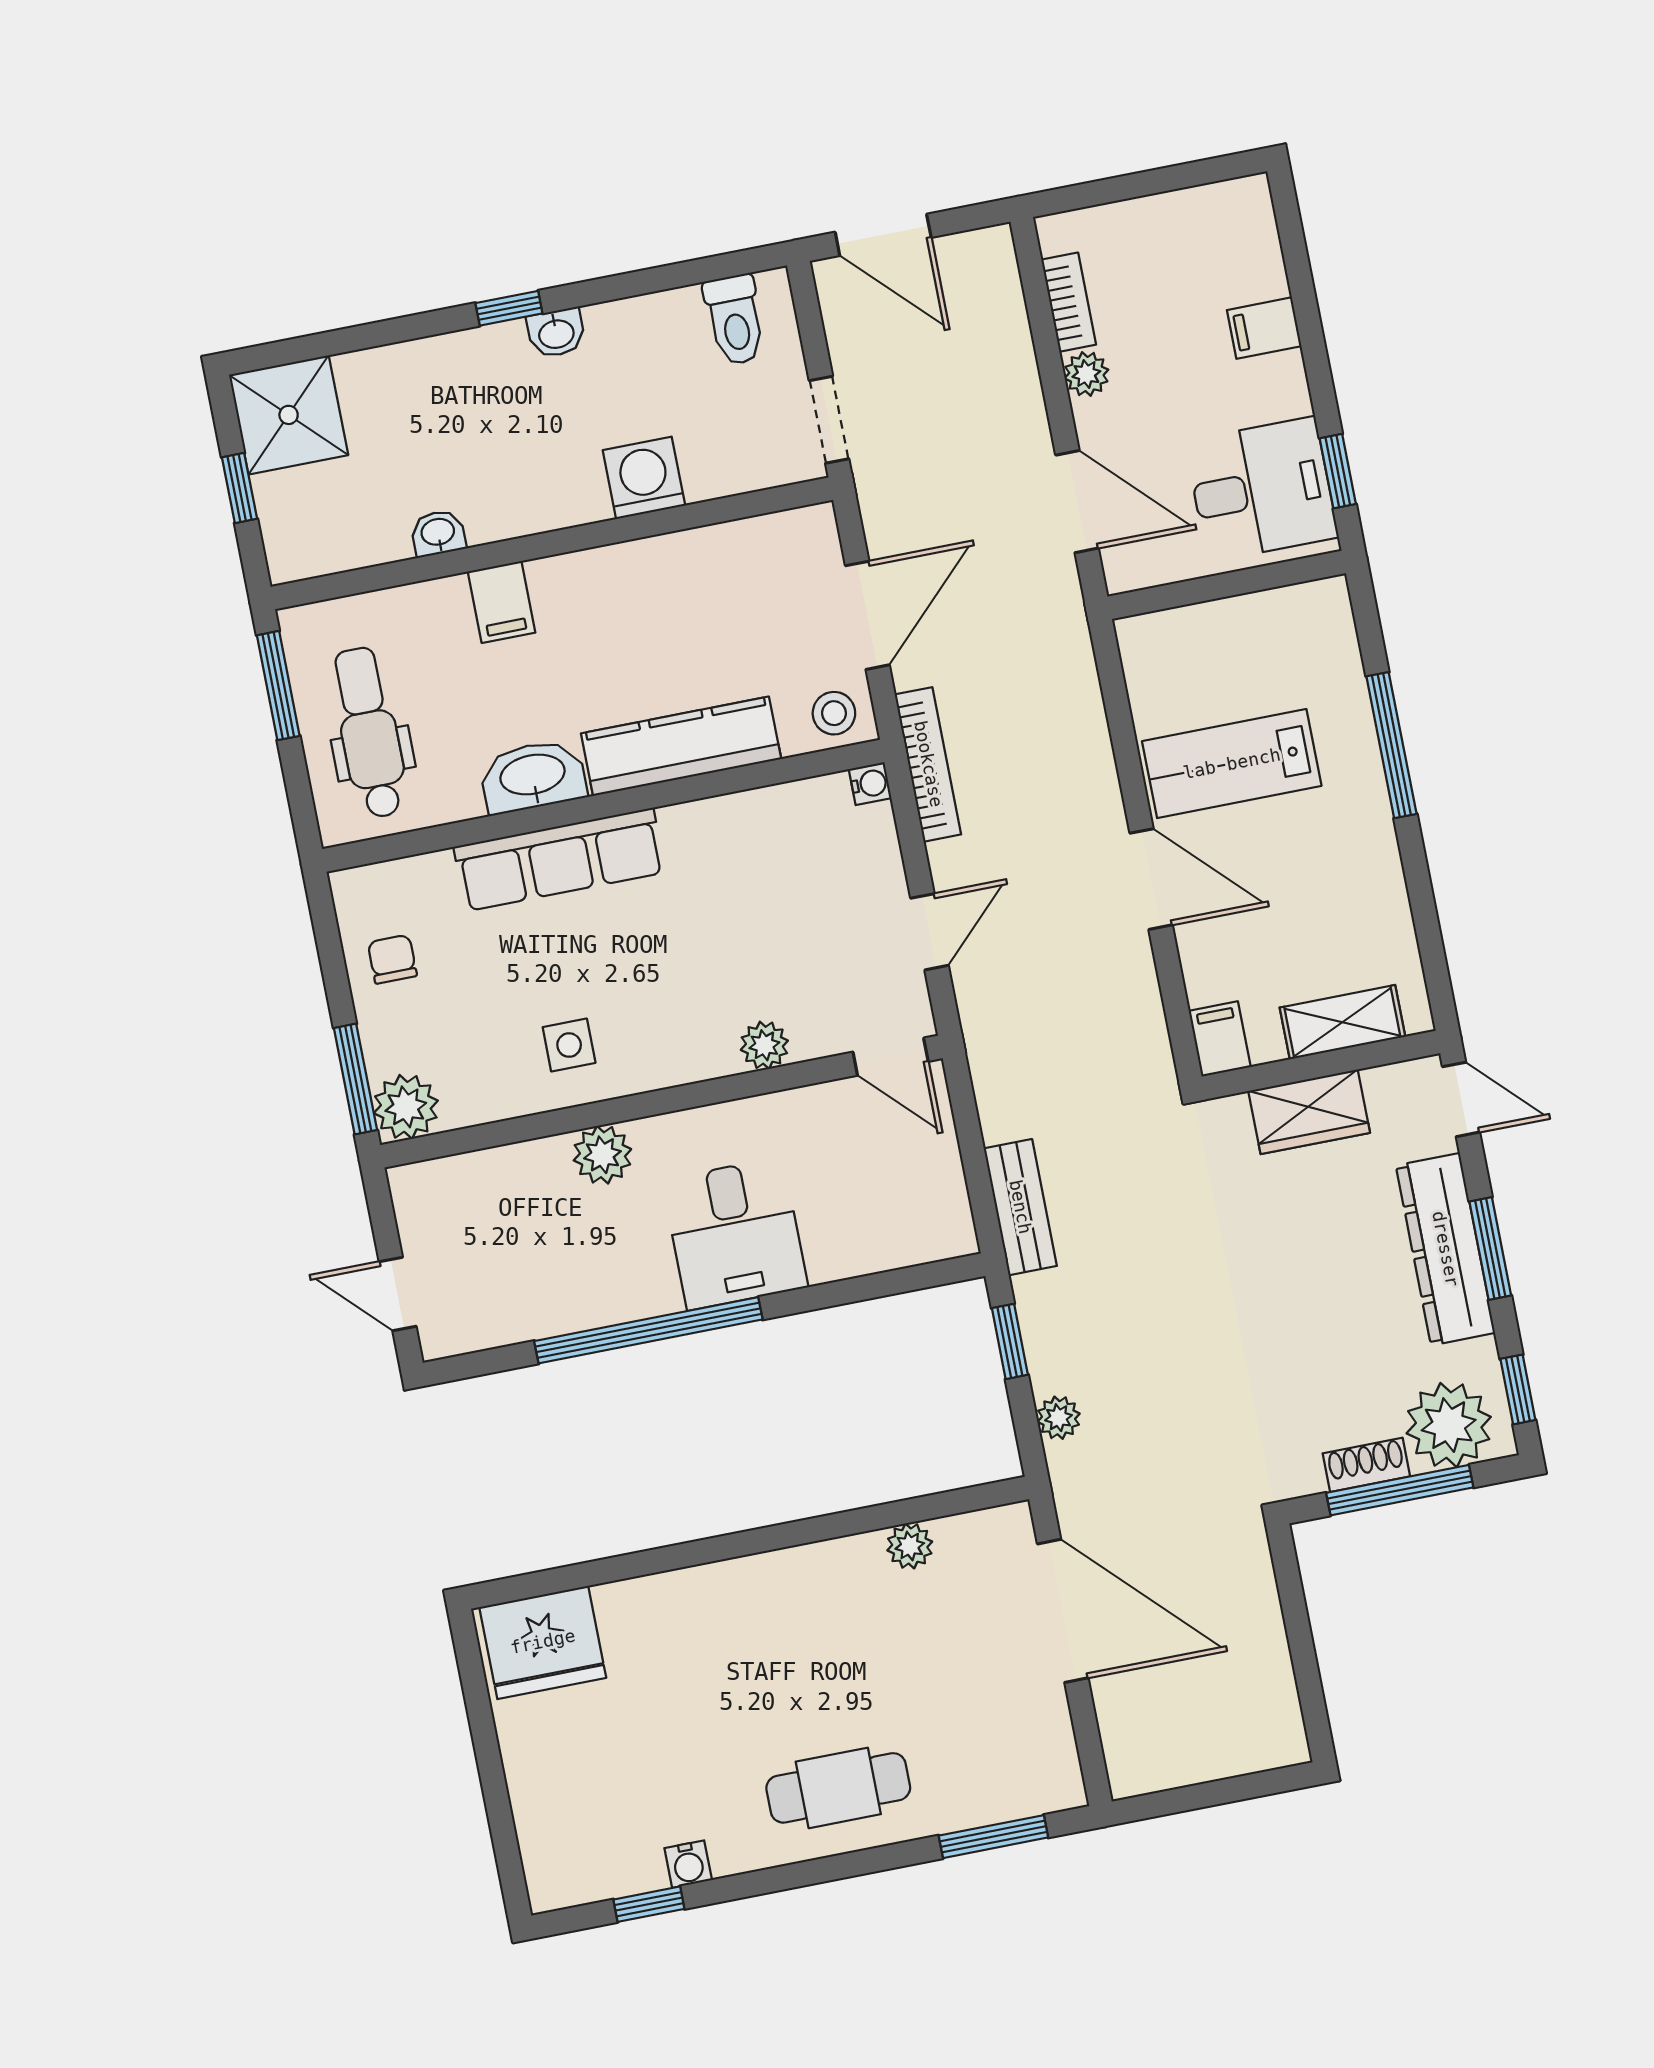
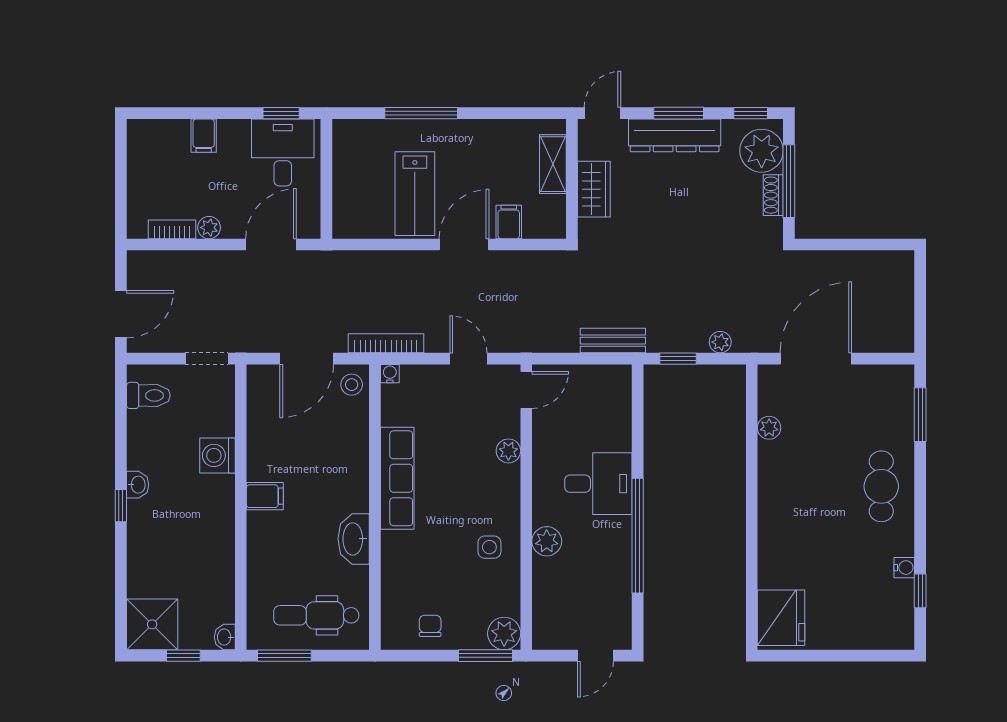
washbasin: (438, 533) -> (225, 637), moved
filing cabinet: (502, 602) -> (265, 496), moved
door: (867, 615) -> (307, 359), swing flipped
kitchen counter: (681, 746) -> (353, 463), removed
row of seats: (560, 860) -> (397, 478), moved
chair: (392, 959) -> (430, 626), turned 90
filing cabinet: (1220, 1039) -> (509, 222), moved, turned 90

